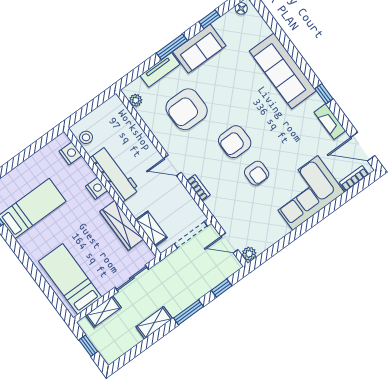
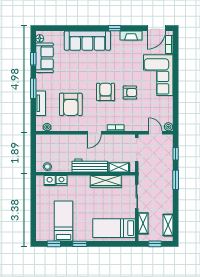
sofa: (199, 49) -> (44, 58), moved
armchair: (235, 142) -> (106, 92), turned 180
workbench: (115, 174) -> (90, 166), moved
nightstand: (97, 188) -> (61, 180), moved
door: (229, 243) -> (155, 133), swing flipped
window: (18, 250) -> (80, 244), added
shelving: (154, 323) -> (168, 225), moved

